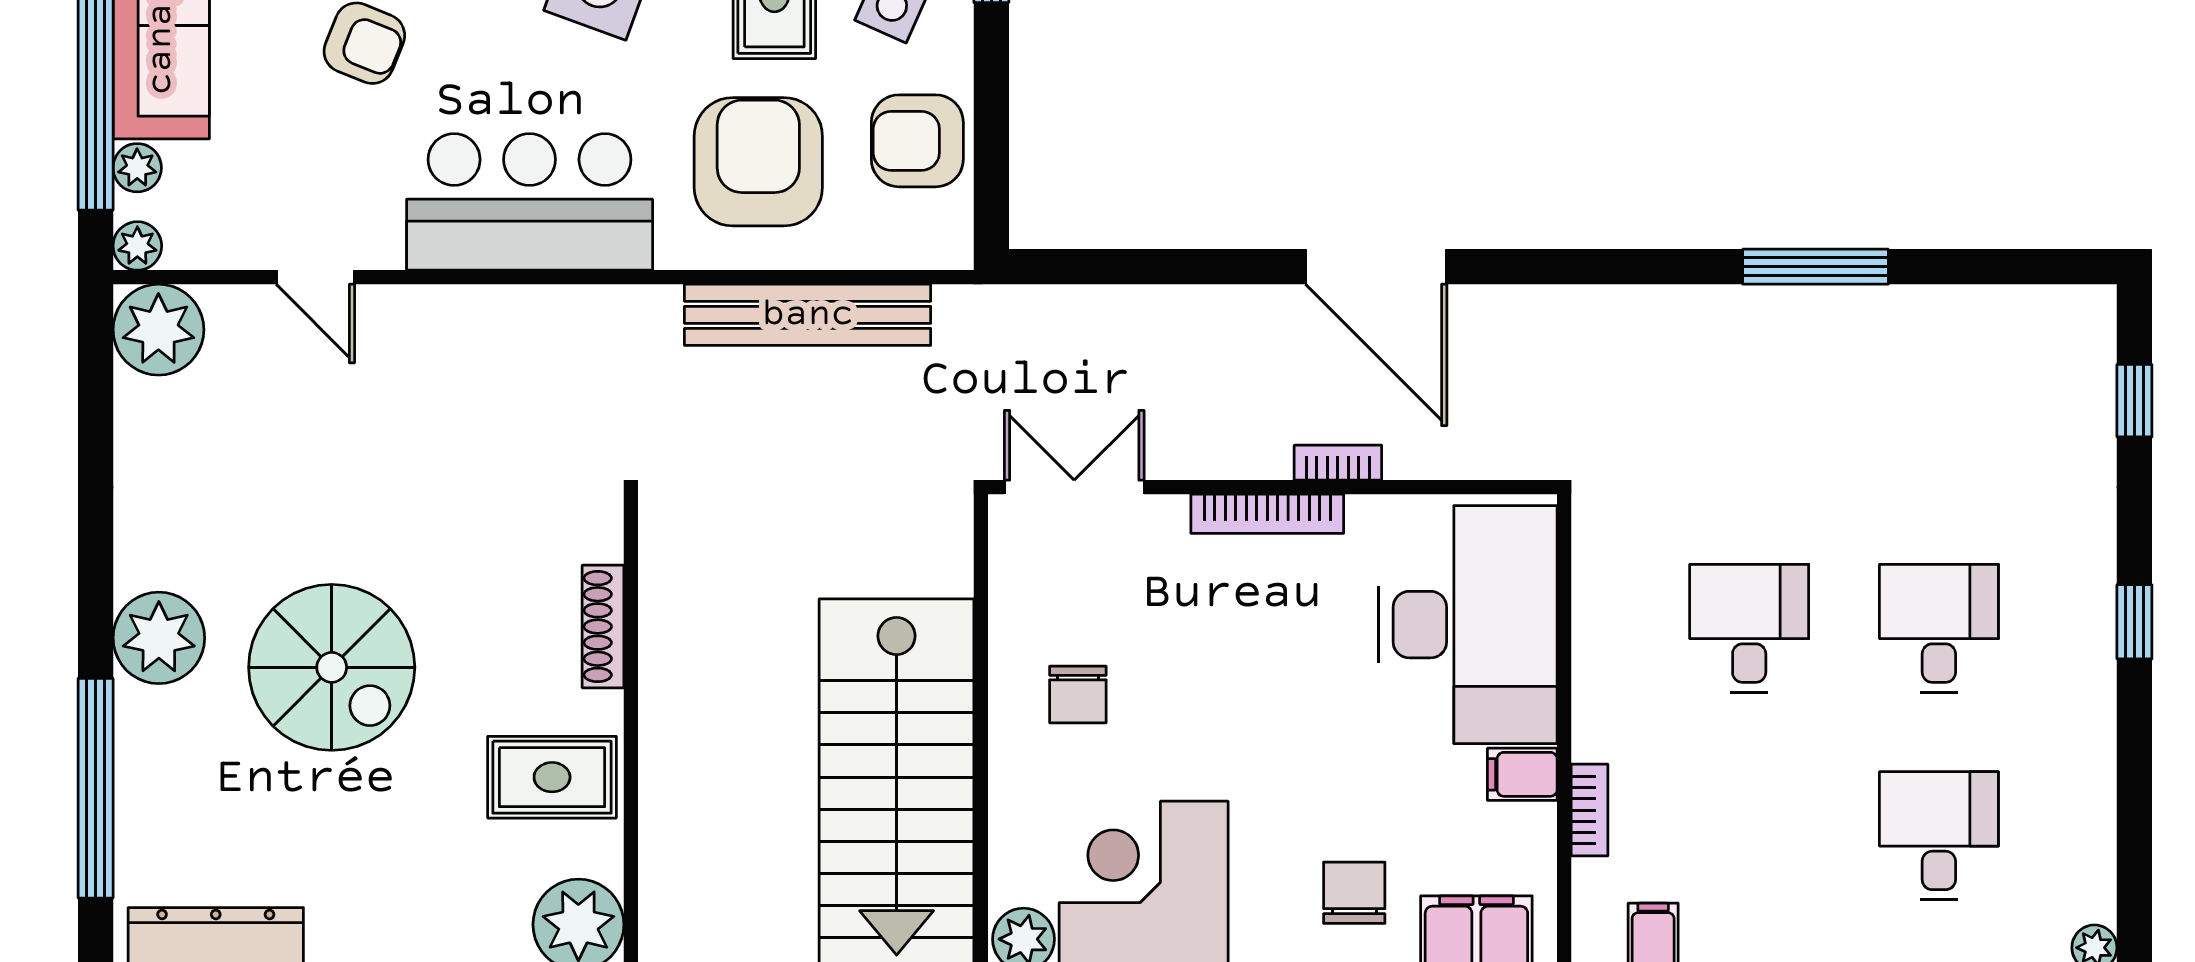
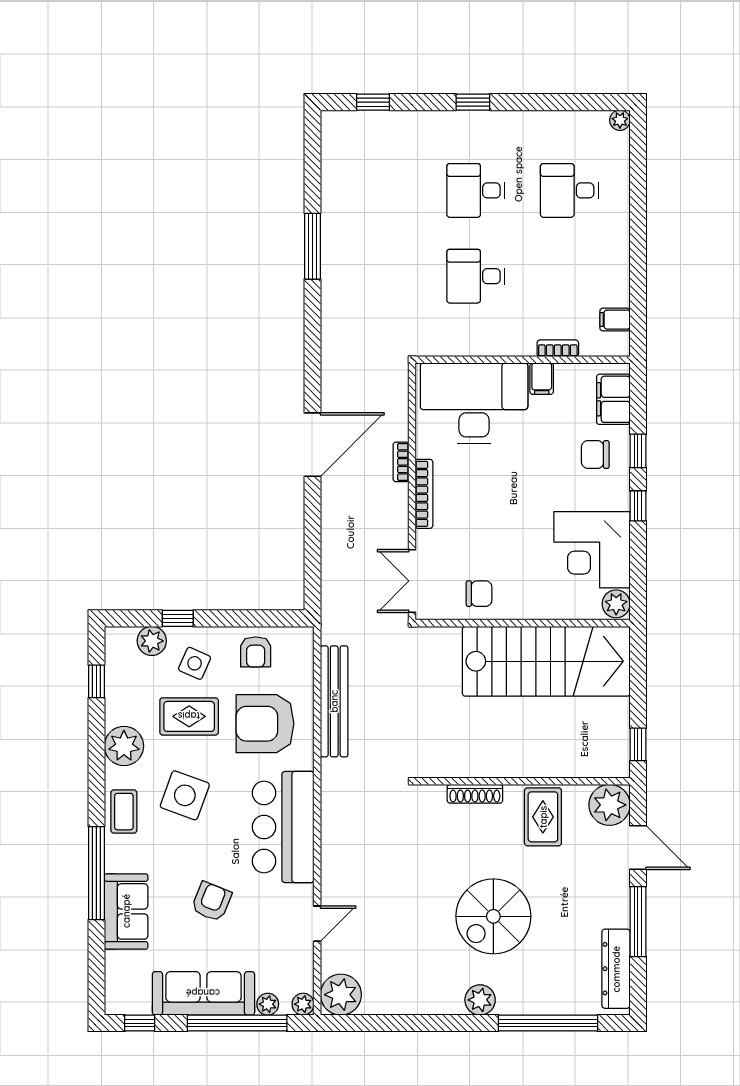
armchair: (917, 141) -> (256, 652), width x0.72, depth x0.72
plant: (159, 638) -> (480, 1000), width x0.73, depth x0.73
spiral stairs: (332, 667) -> (493, 916), turned 180
chair: (1078, 695) -> (479, 594), moved

